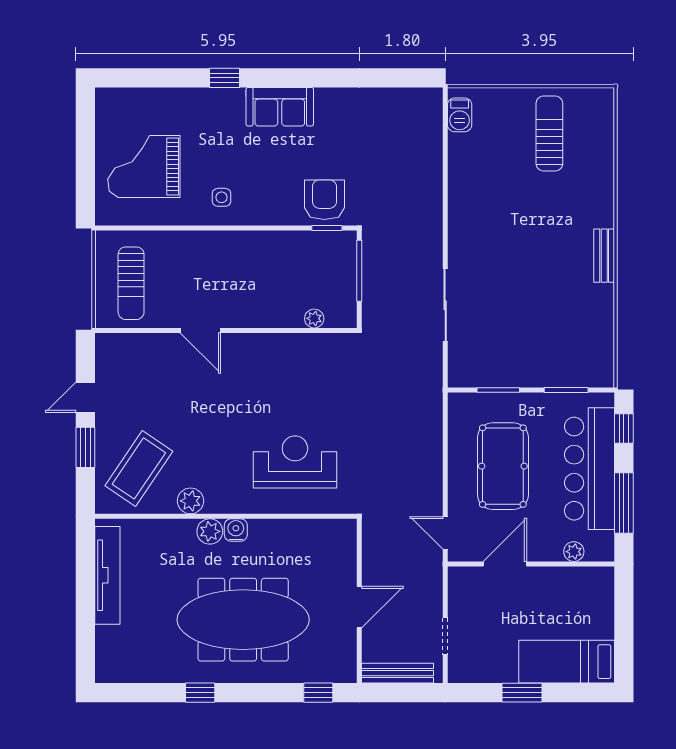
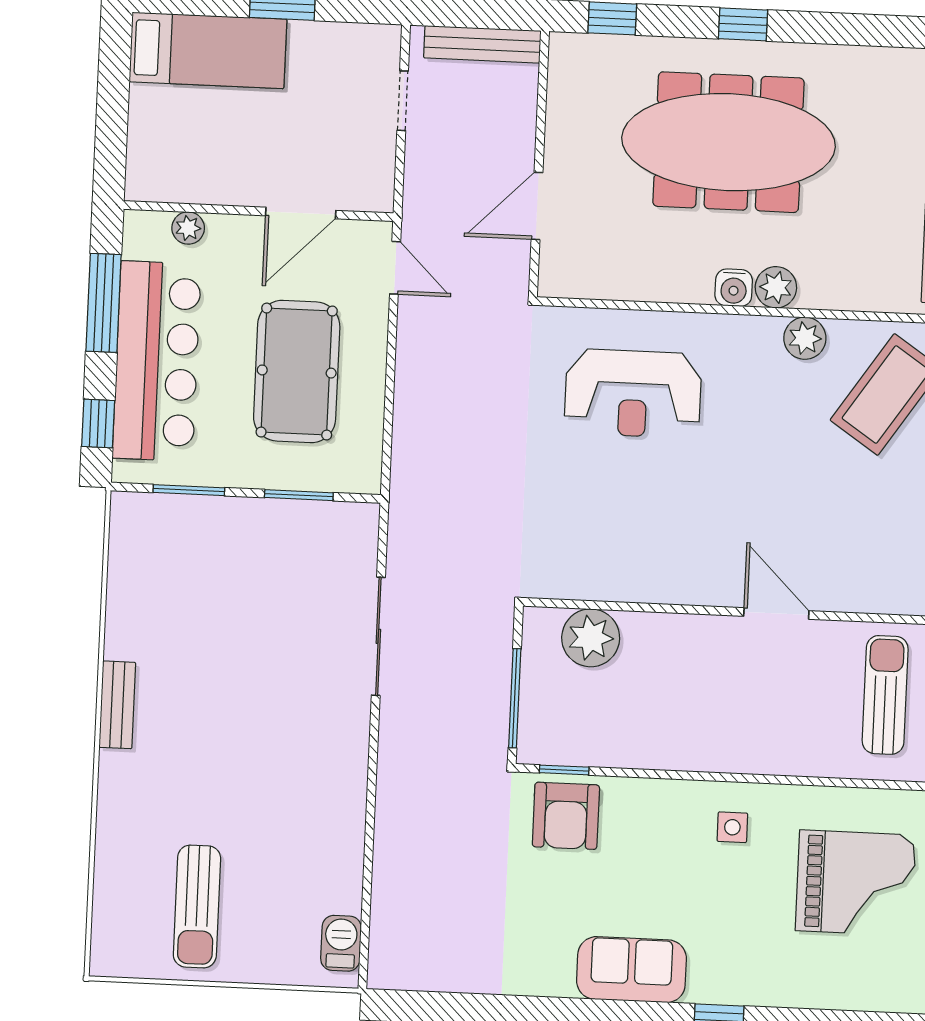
plant: (314, 318) -> (591, 638), width x1.87, depth x1.87
door: (359, 607) -> (537, 206), moved
window: (200, 693) -> (743, 24), moved

